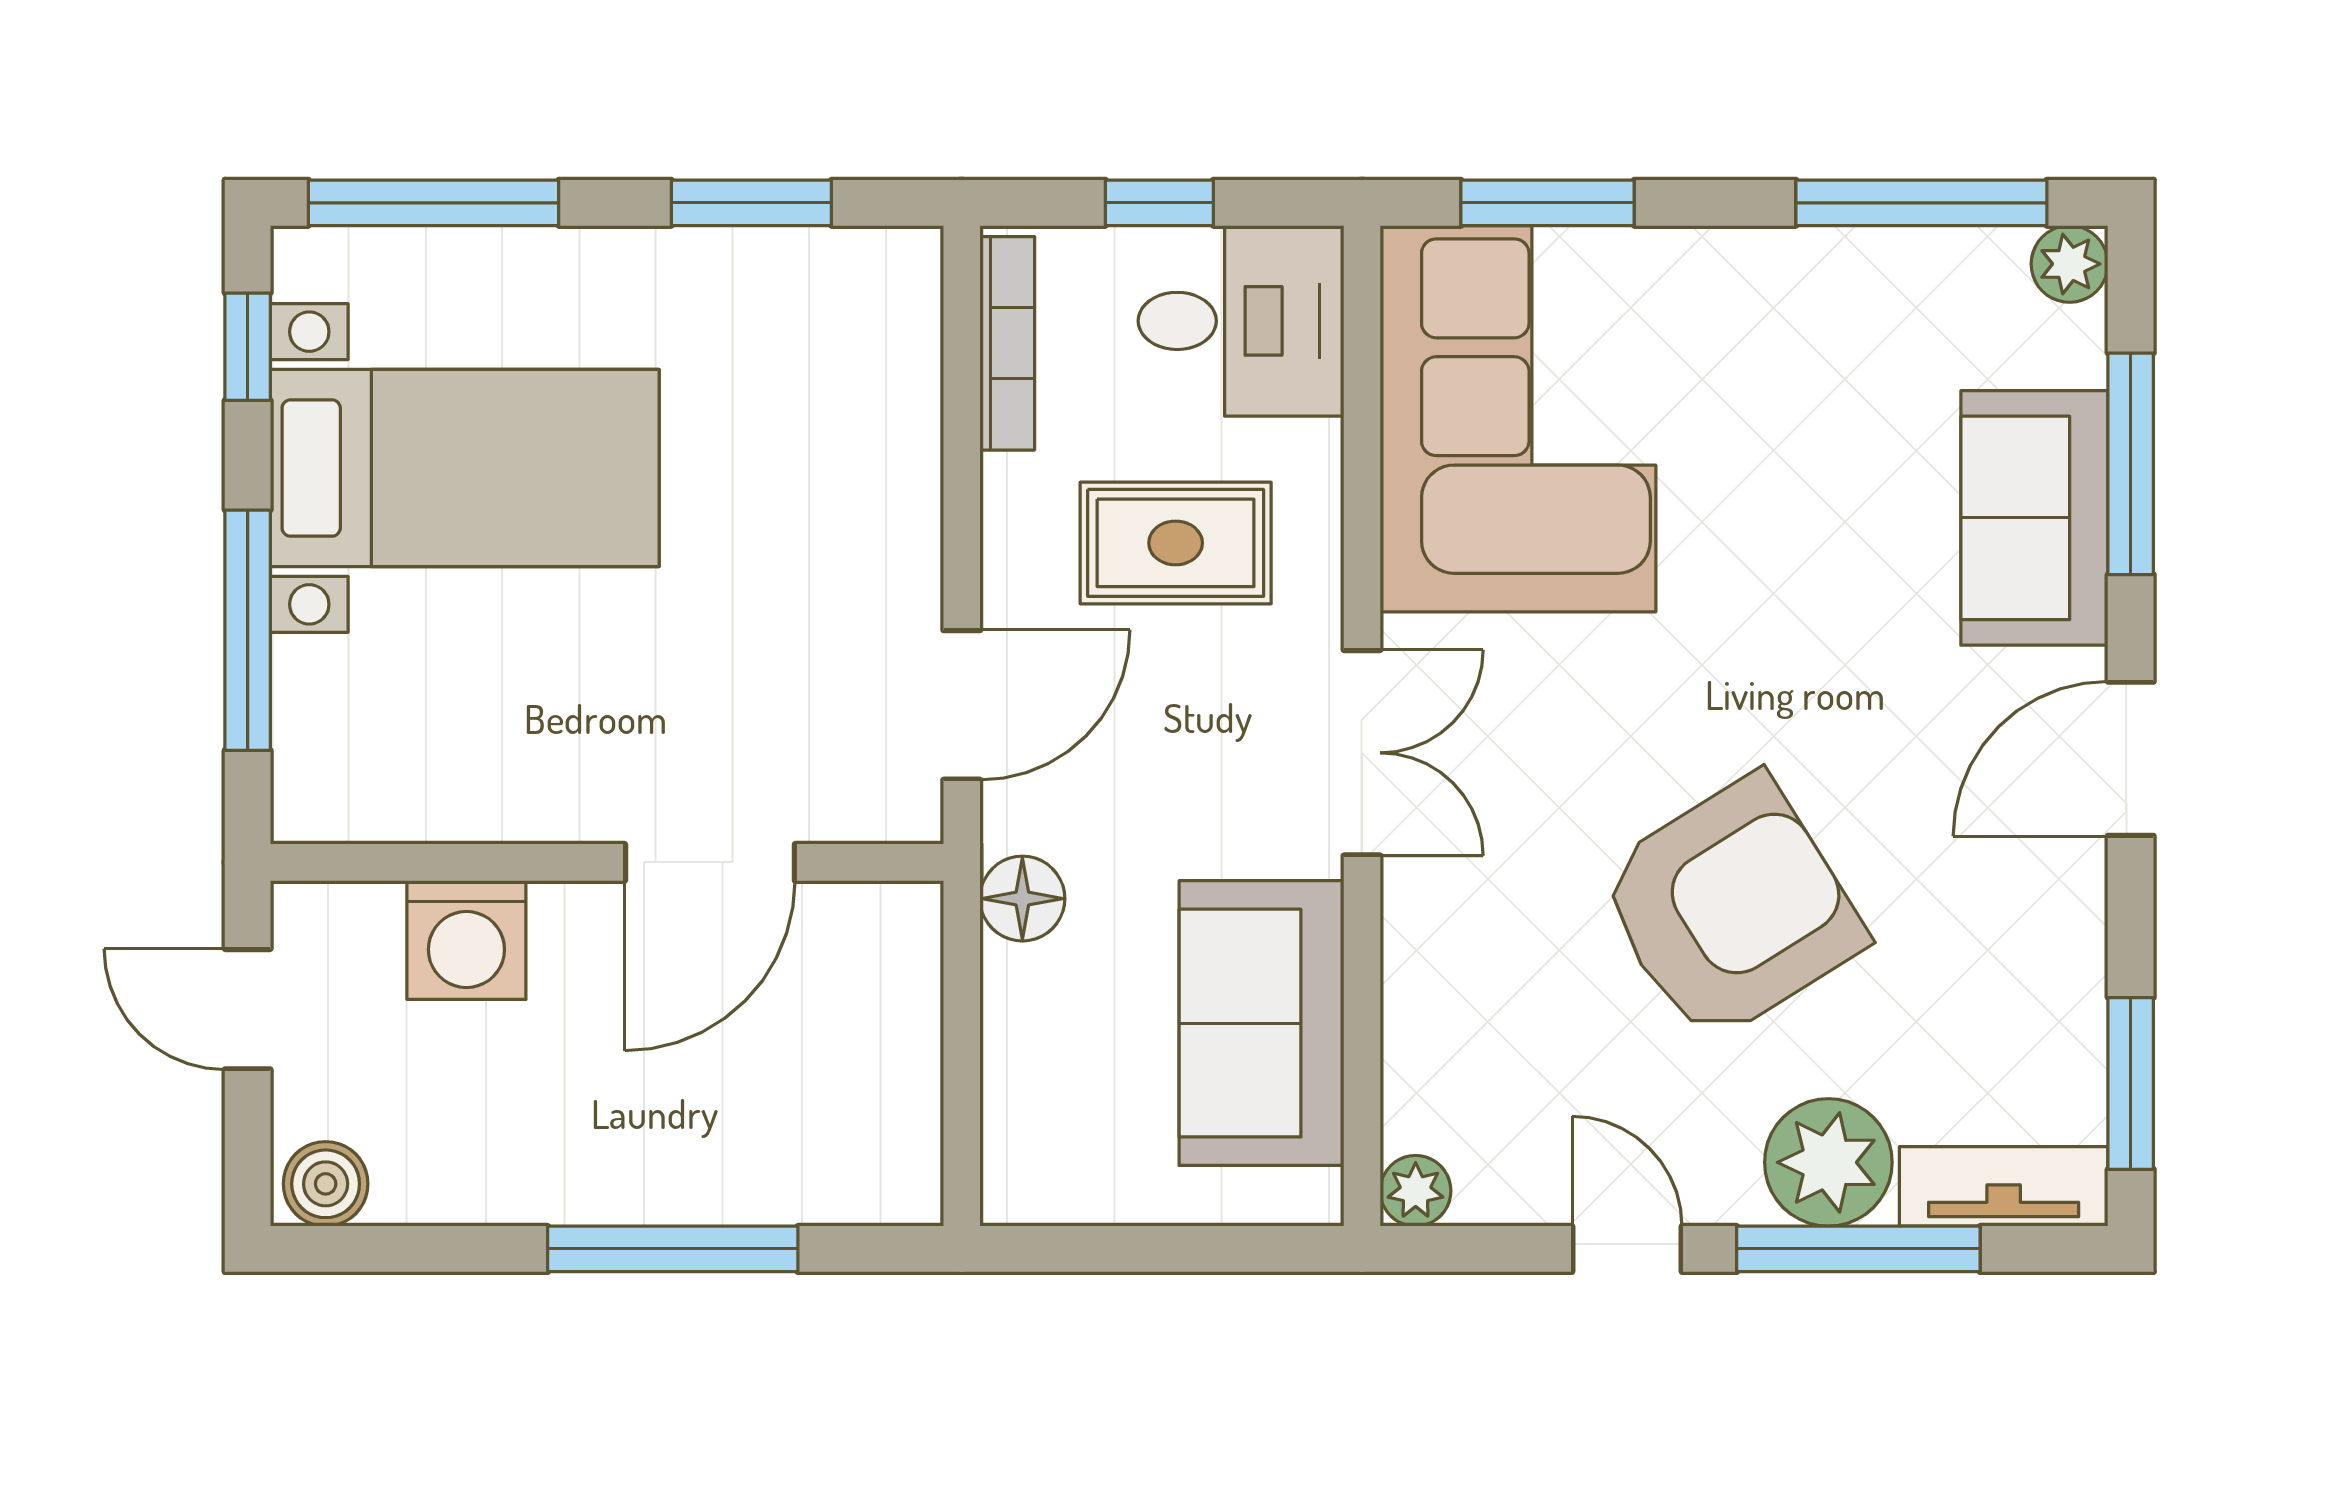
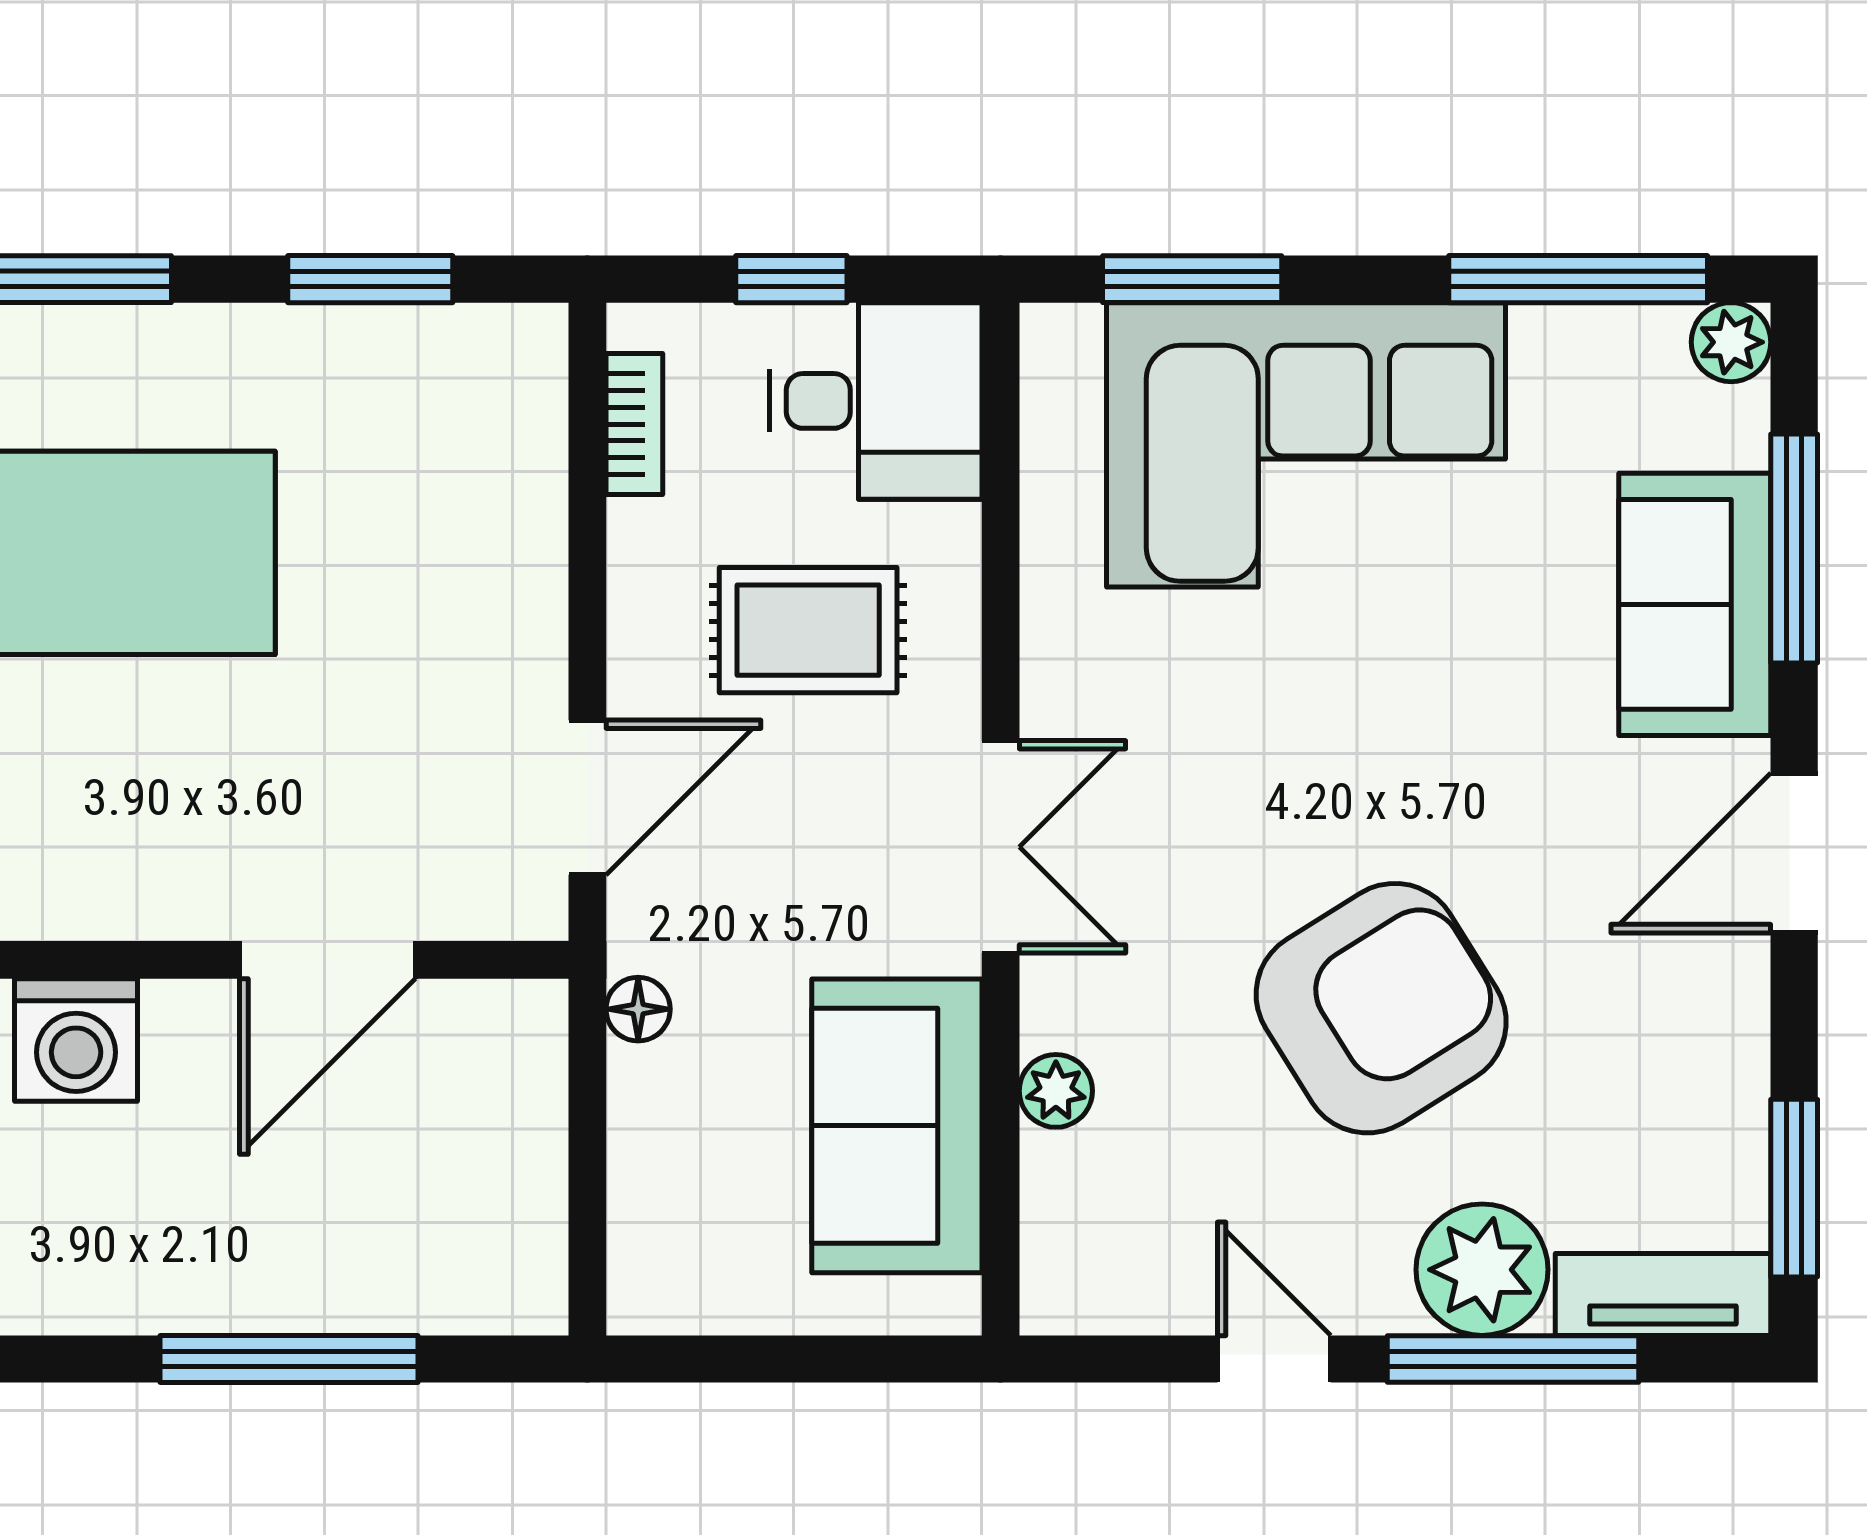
bookcase: (1007, 343) -> (634, 424), width x0.64
corner sofa: (1518, 419) -> (1306, 445), moved, turned 90
floor lamp: (1022, 899) -> (638, 1009), width x0.73, depth x0.73
plant: (1416, 1191) -> (1056, 1091), moved

